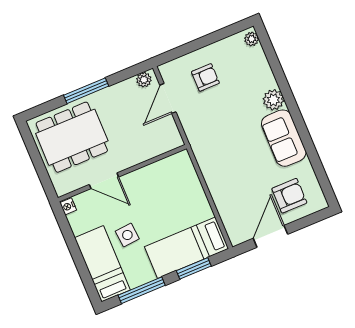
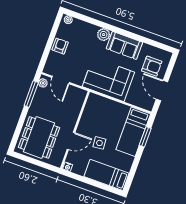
armchair: (205, 77) -> (60, 46), moved
window: (86, 91) -> (31, 94), moved
corner sofa: (223, 157) -> (108, 79), added
armchair: (289, 196) -> (152, 66), turned 90
side table: (127, 235) -> (99, 143), moved
window: (142, 290) -> (134, 168), removed

